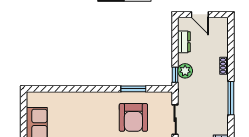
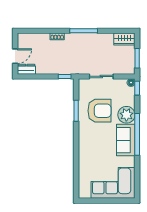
dresser: (184, 42) -> (26, 69), moved
plant: (185, 71) -> (61, 68), removed

